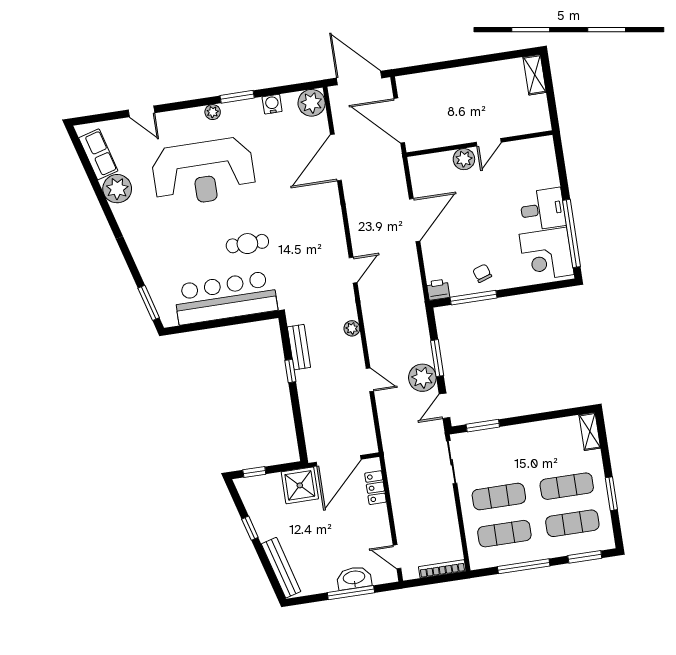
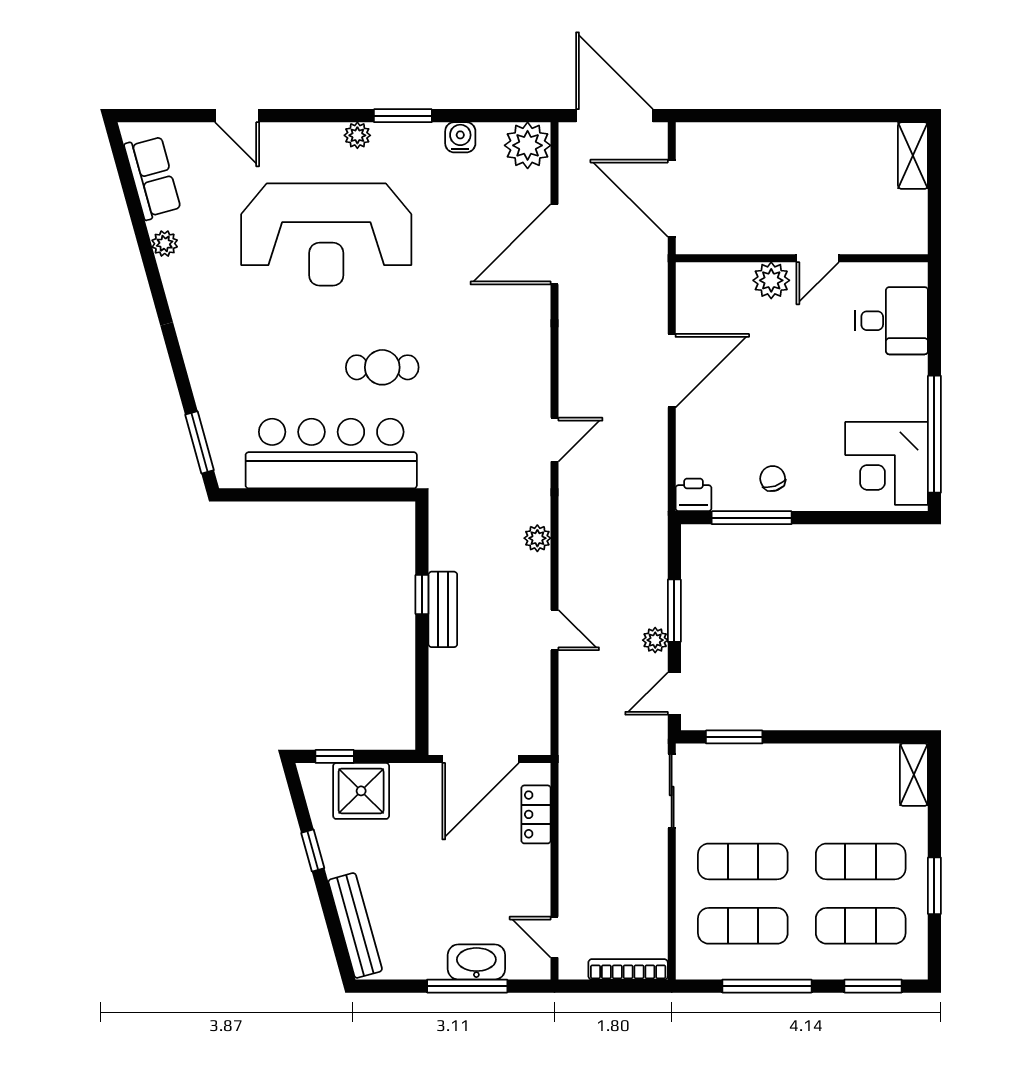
plant: (117, 189) -> (165, 244), width x0.53, depth x0.53
desk: (543, 209) -> (892, 321), moved
bench: (299, 347) -> (443, 609), moved
plant: (422, 378) -> (655, 640), width x0.53, depth x0.53
shower: (300, 485) -> (361, 791), moved

